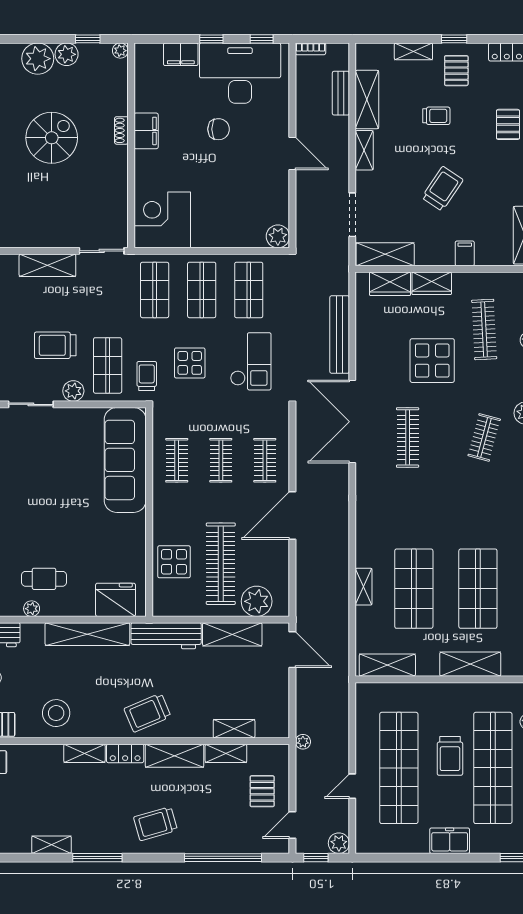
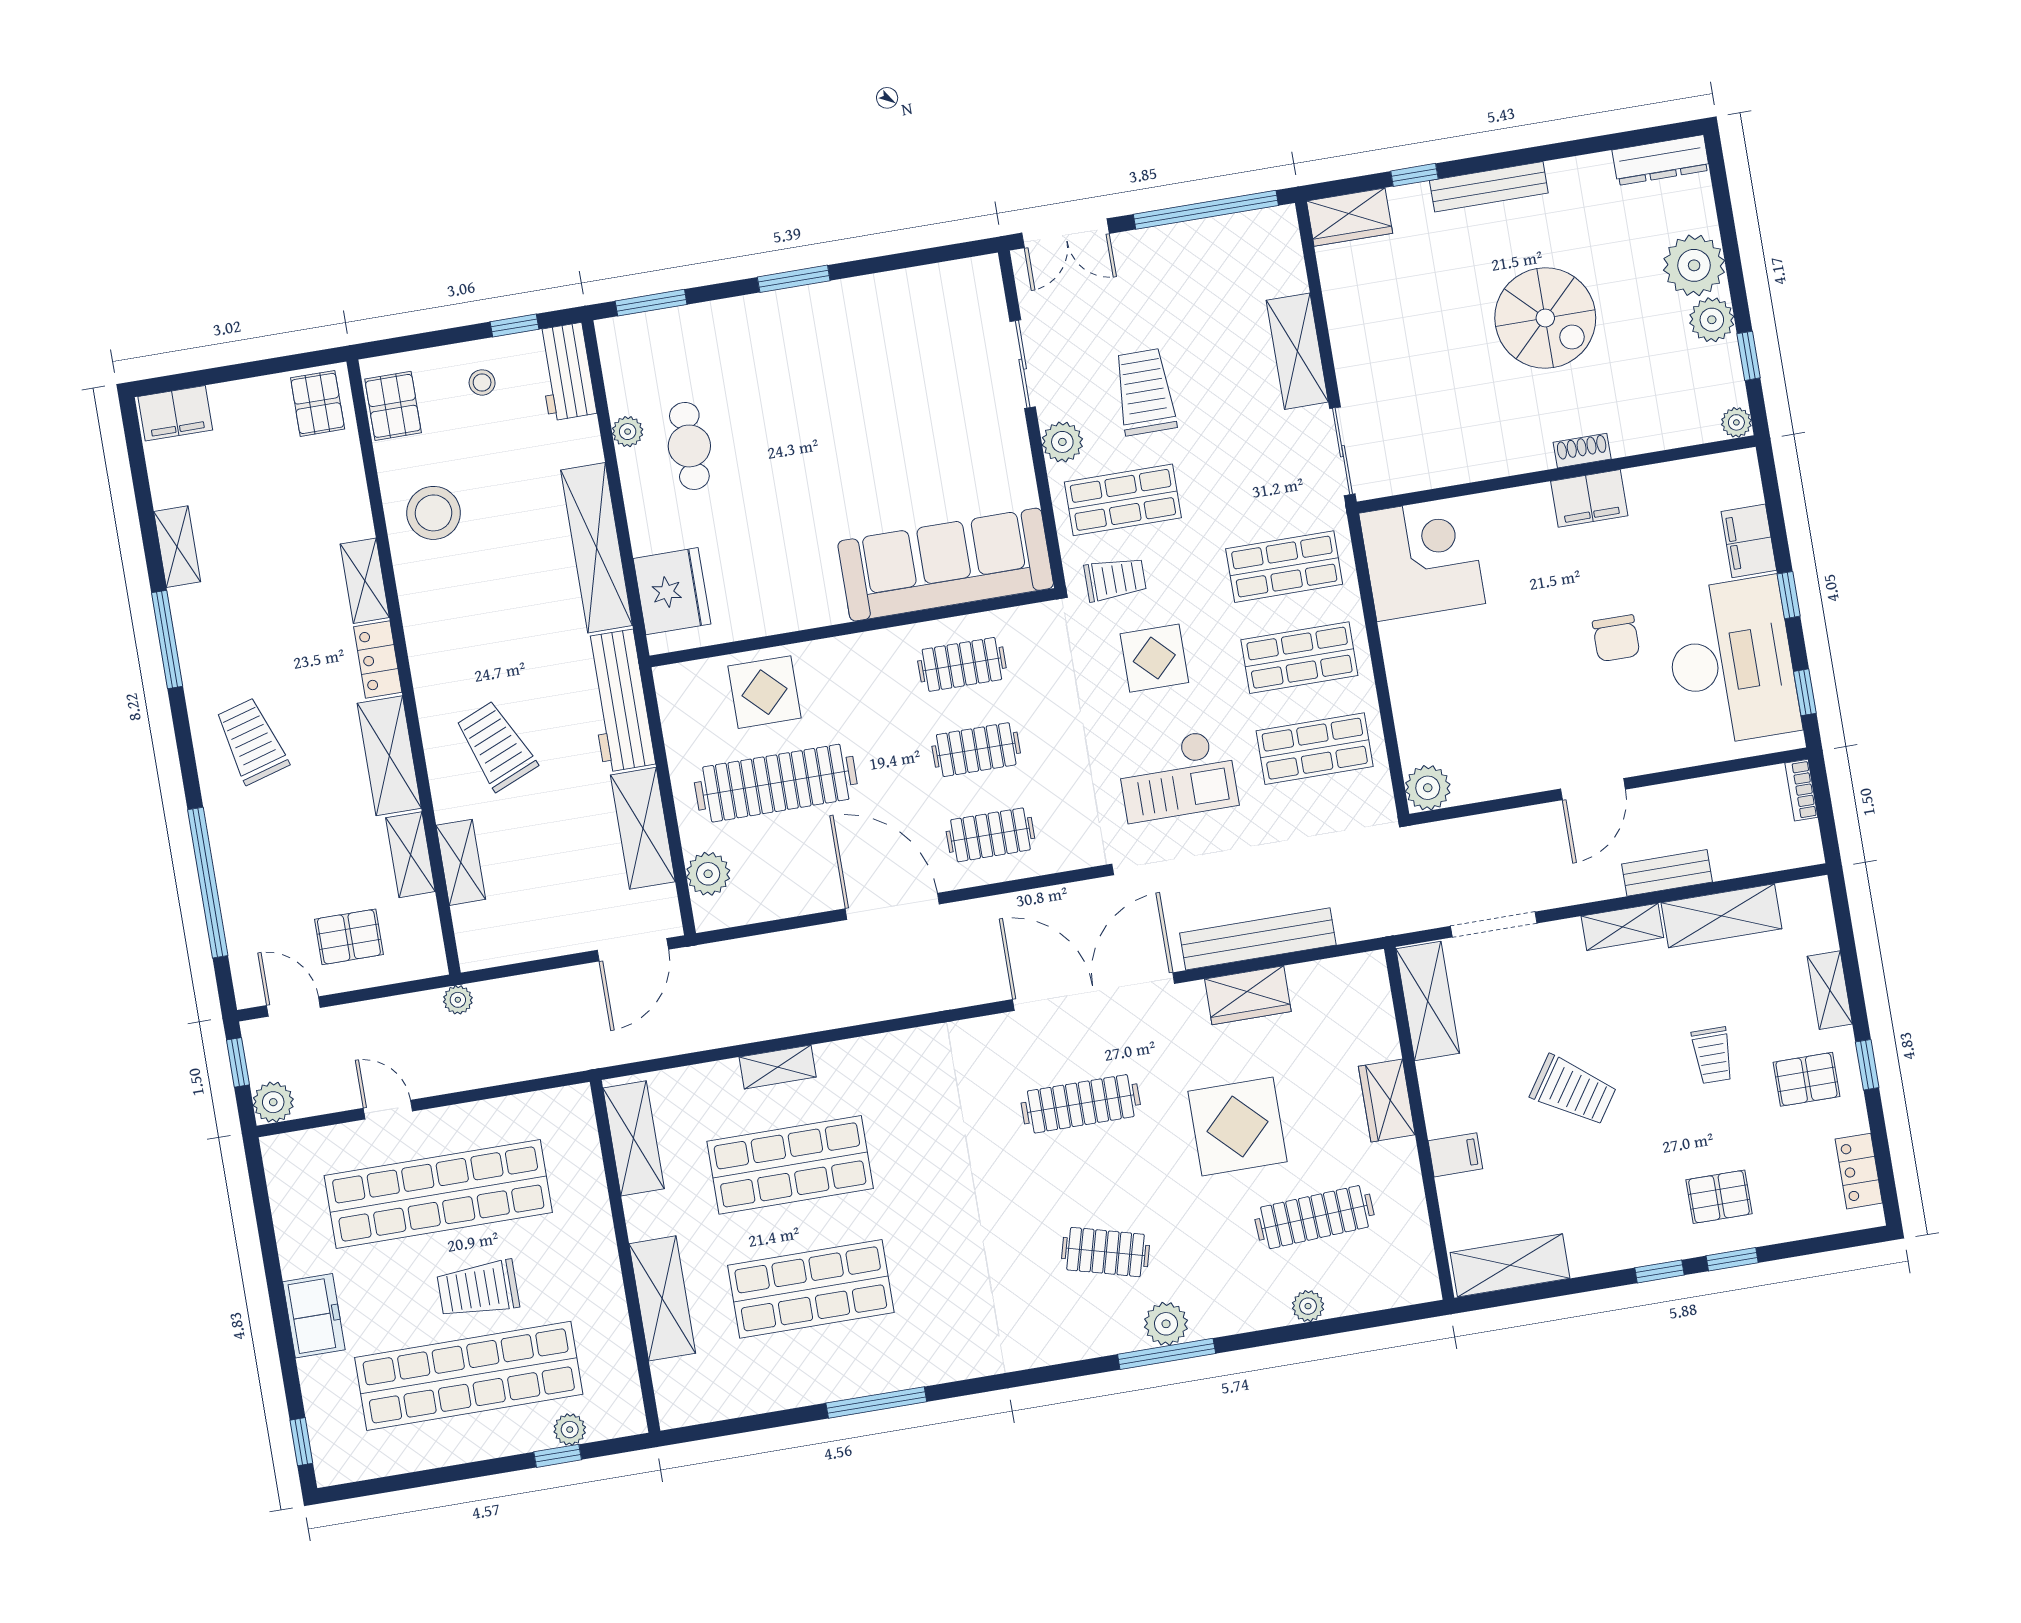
bench: (341, 93) -> (1667, 873), moved
wardrobe: (390, 284) -> (1248, 995), moved, turned -90
plant: (257, 601) -> (708, 874), width x0.73, depth x0.73
trolley: (147, 713) -> (496, 746), moved

